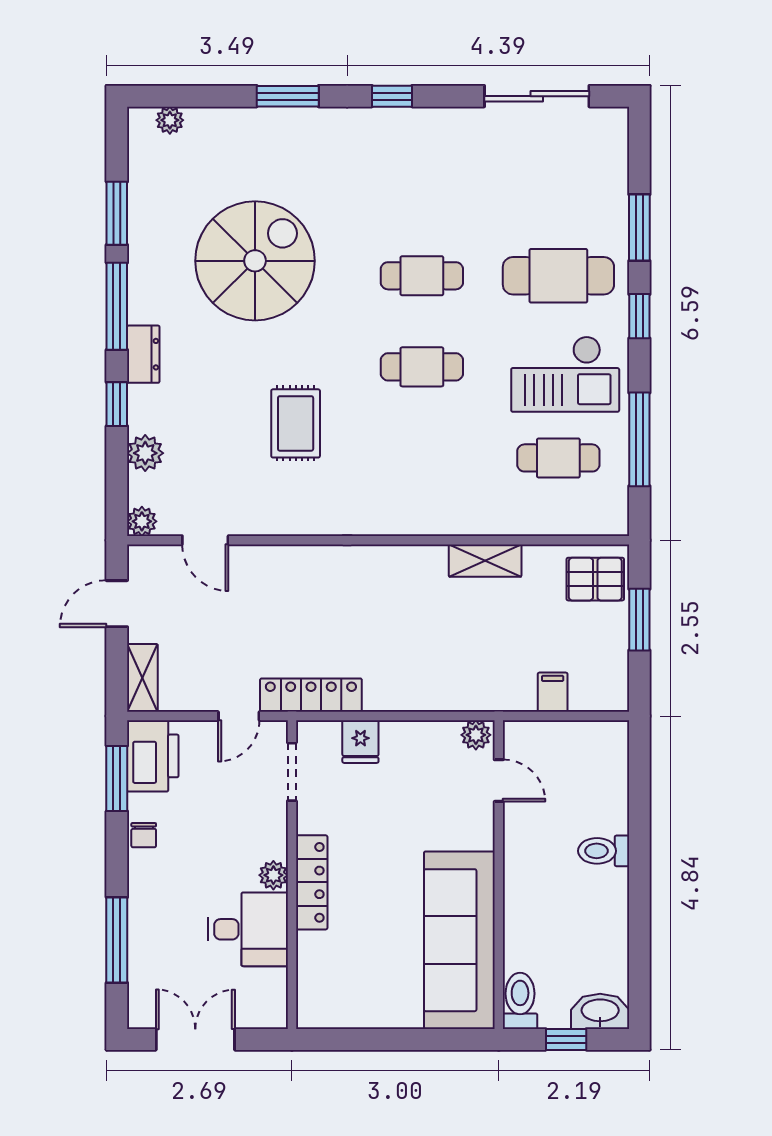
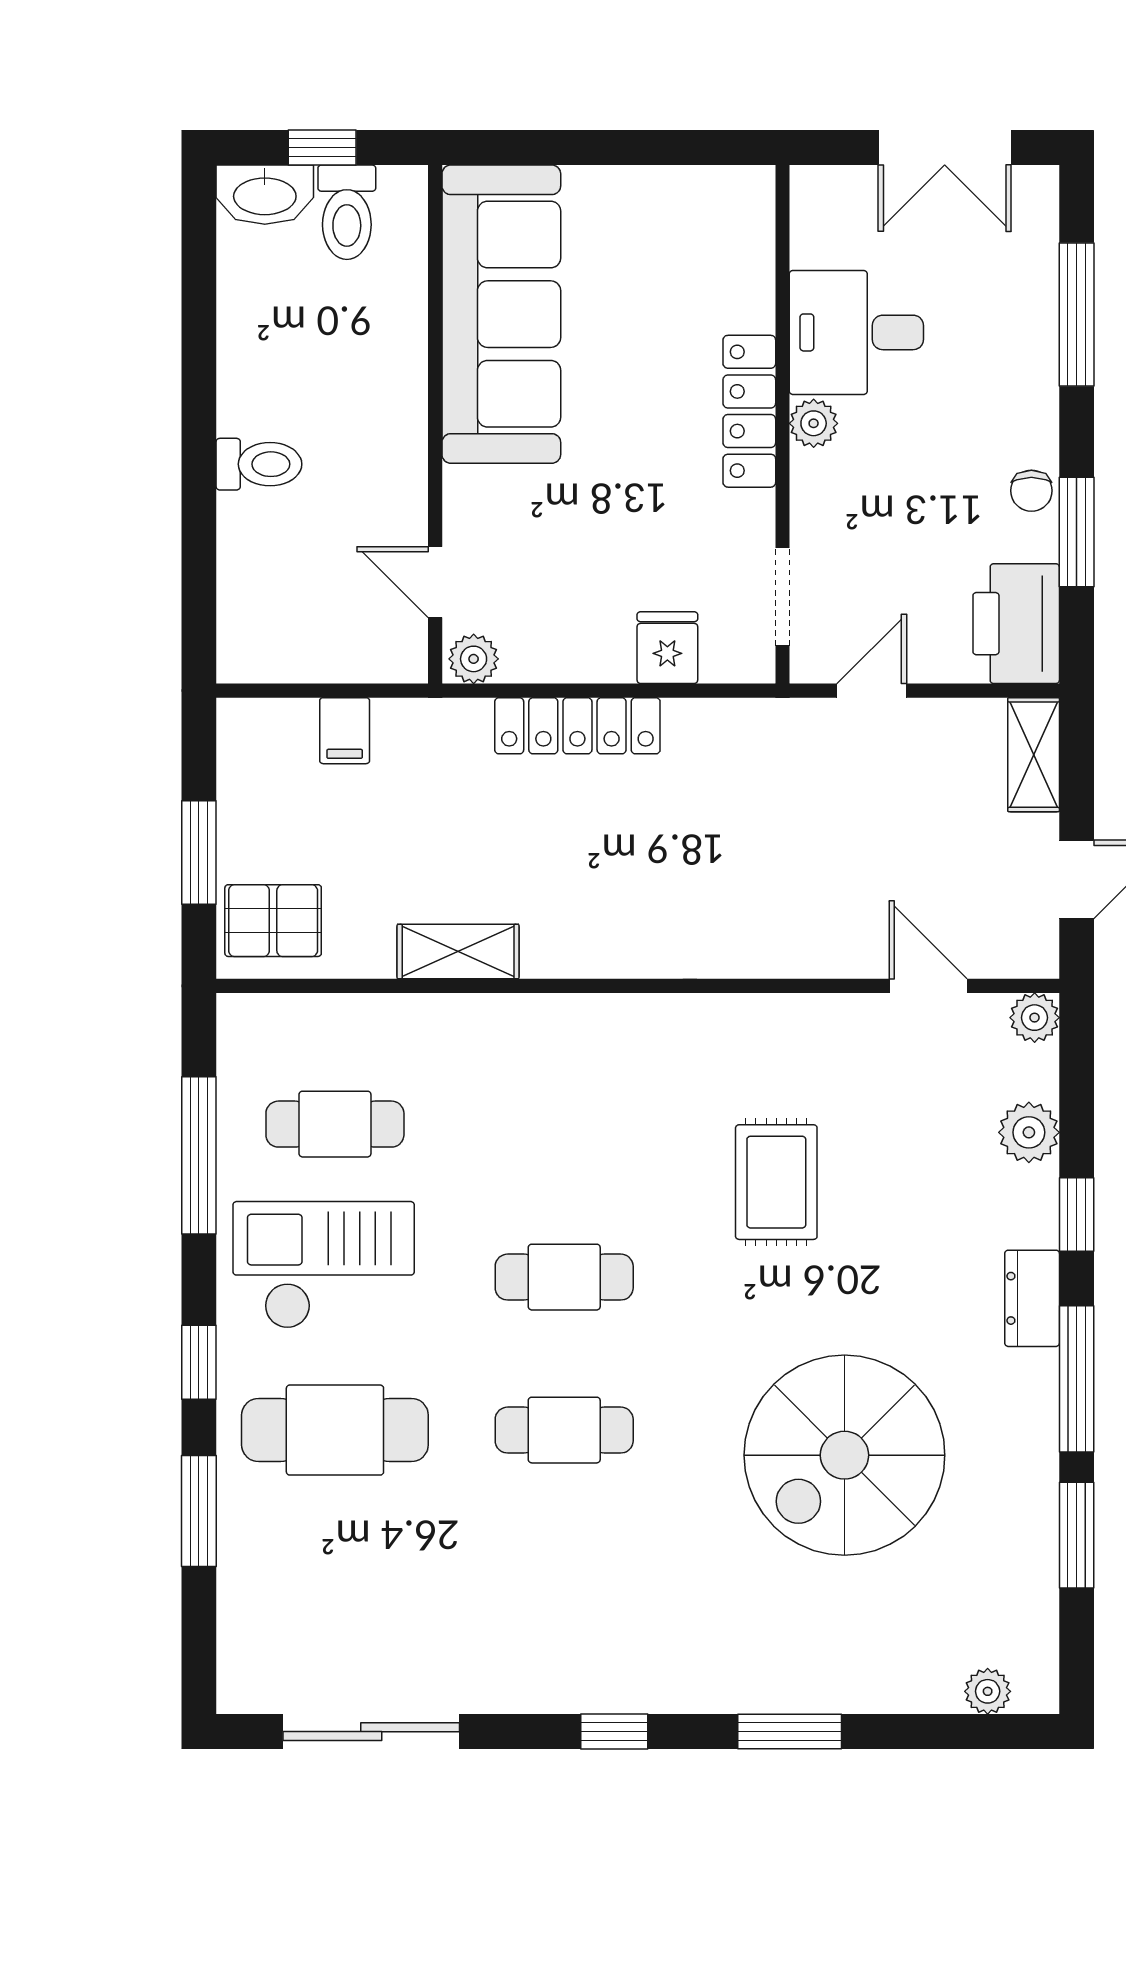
locker: (311, 695) -> (577, 726), moved
window: (117, 778) -> (1077, 532), moved
chair: (144, 835) -> (1031, 491), turned 180
toilet: (520, 1001) -> (347, 212), moved

